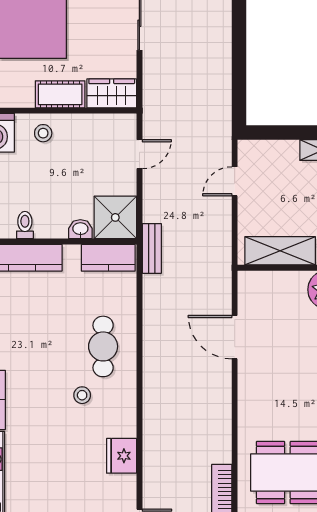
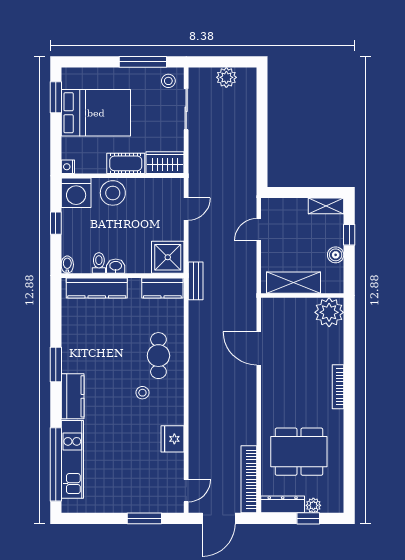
stool: (43, 133) -> (113, 193), width x1.89, depth x1.89
washbasin: (80, 229) -> (116, 266), moved

